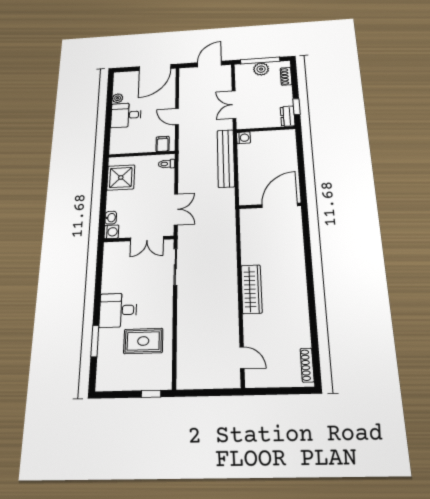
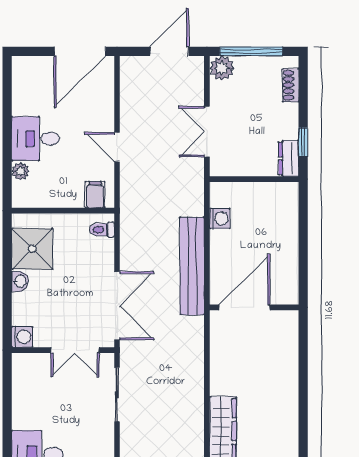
plant: (261, 69) -> (222, 68), moved
plant: (118, 98) -> (20, 171), moved
washing machine: (243, 138) -> (220, 219), moved
bench: (226, 158) -> (192, 266), moved
door: (280, 205) -> (244, 307), moved
double door: (176, 209) -> (117, 306), width x1.37
washbasin: (111, 218) -> (20, 281), moved

